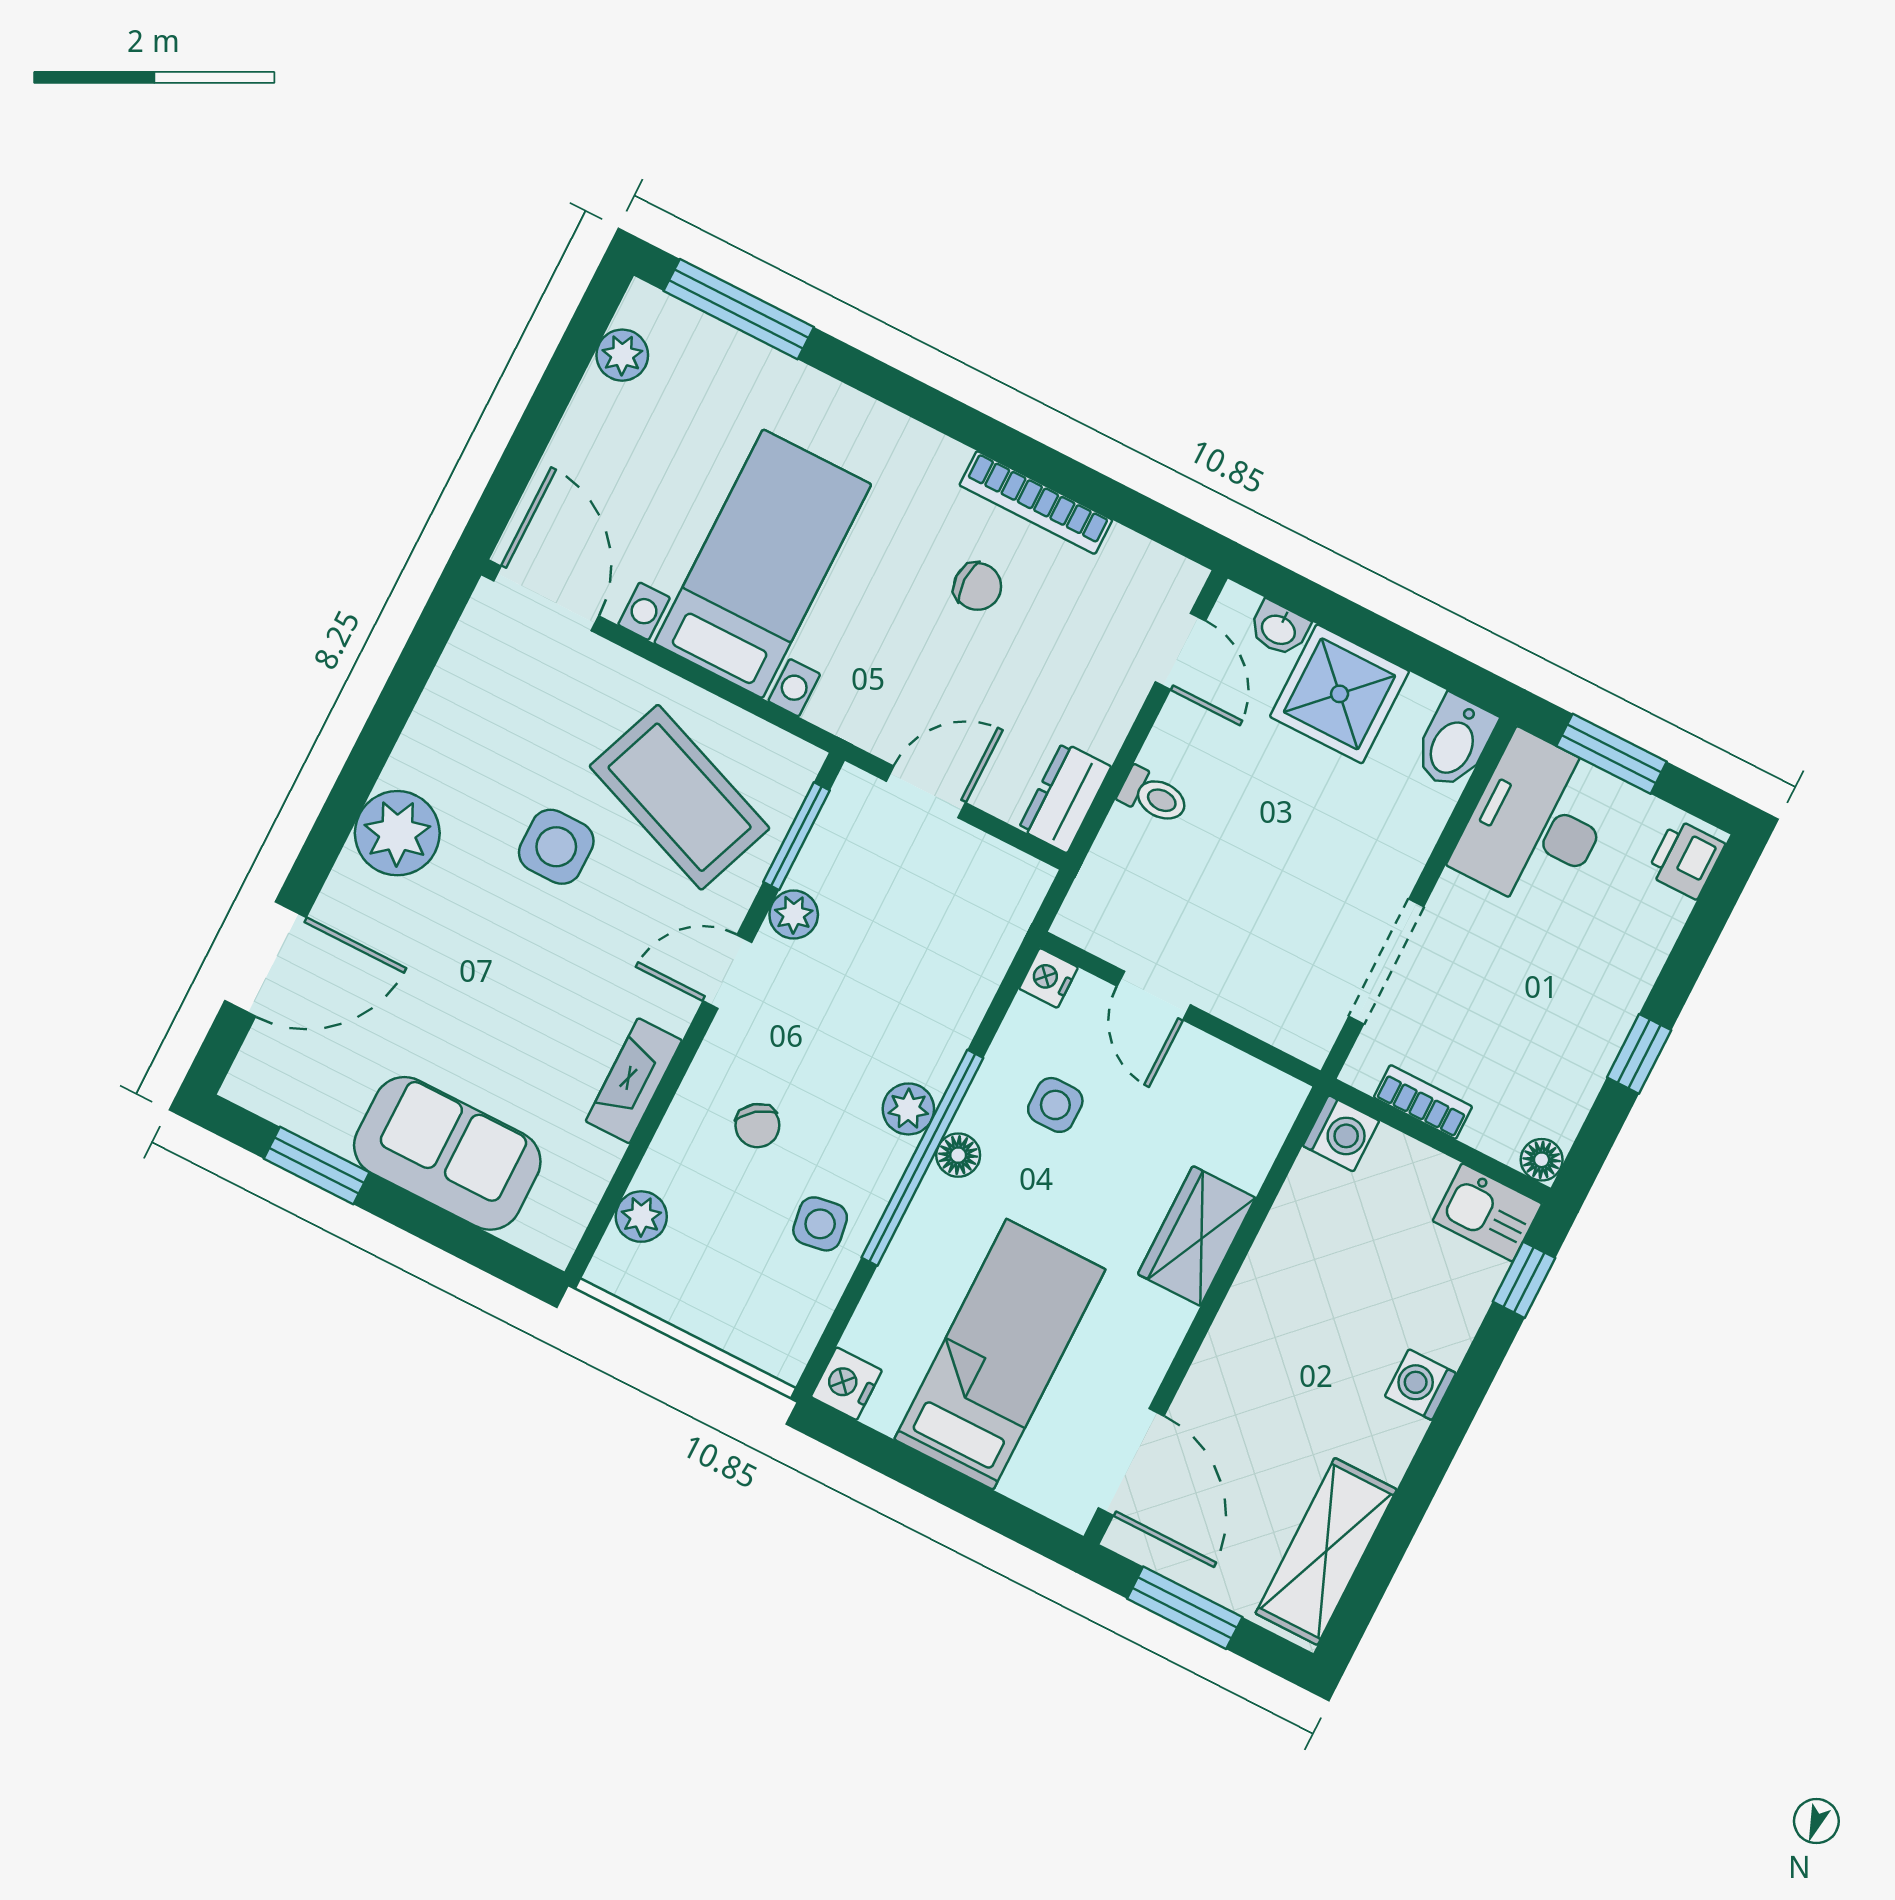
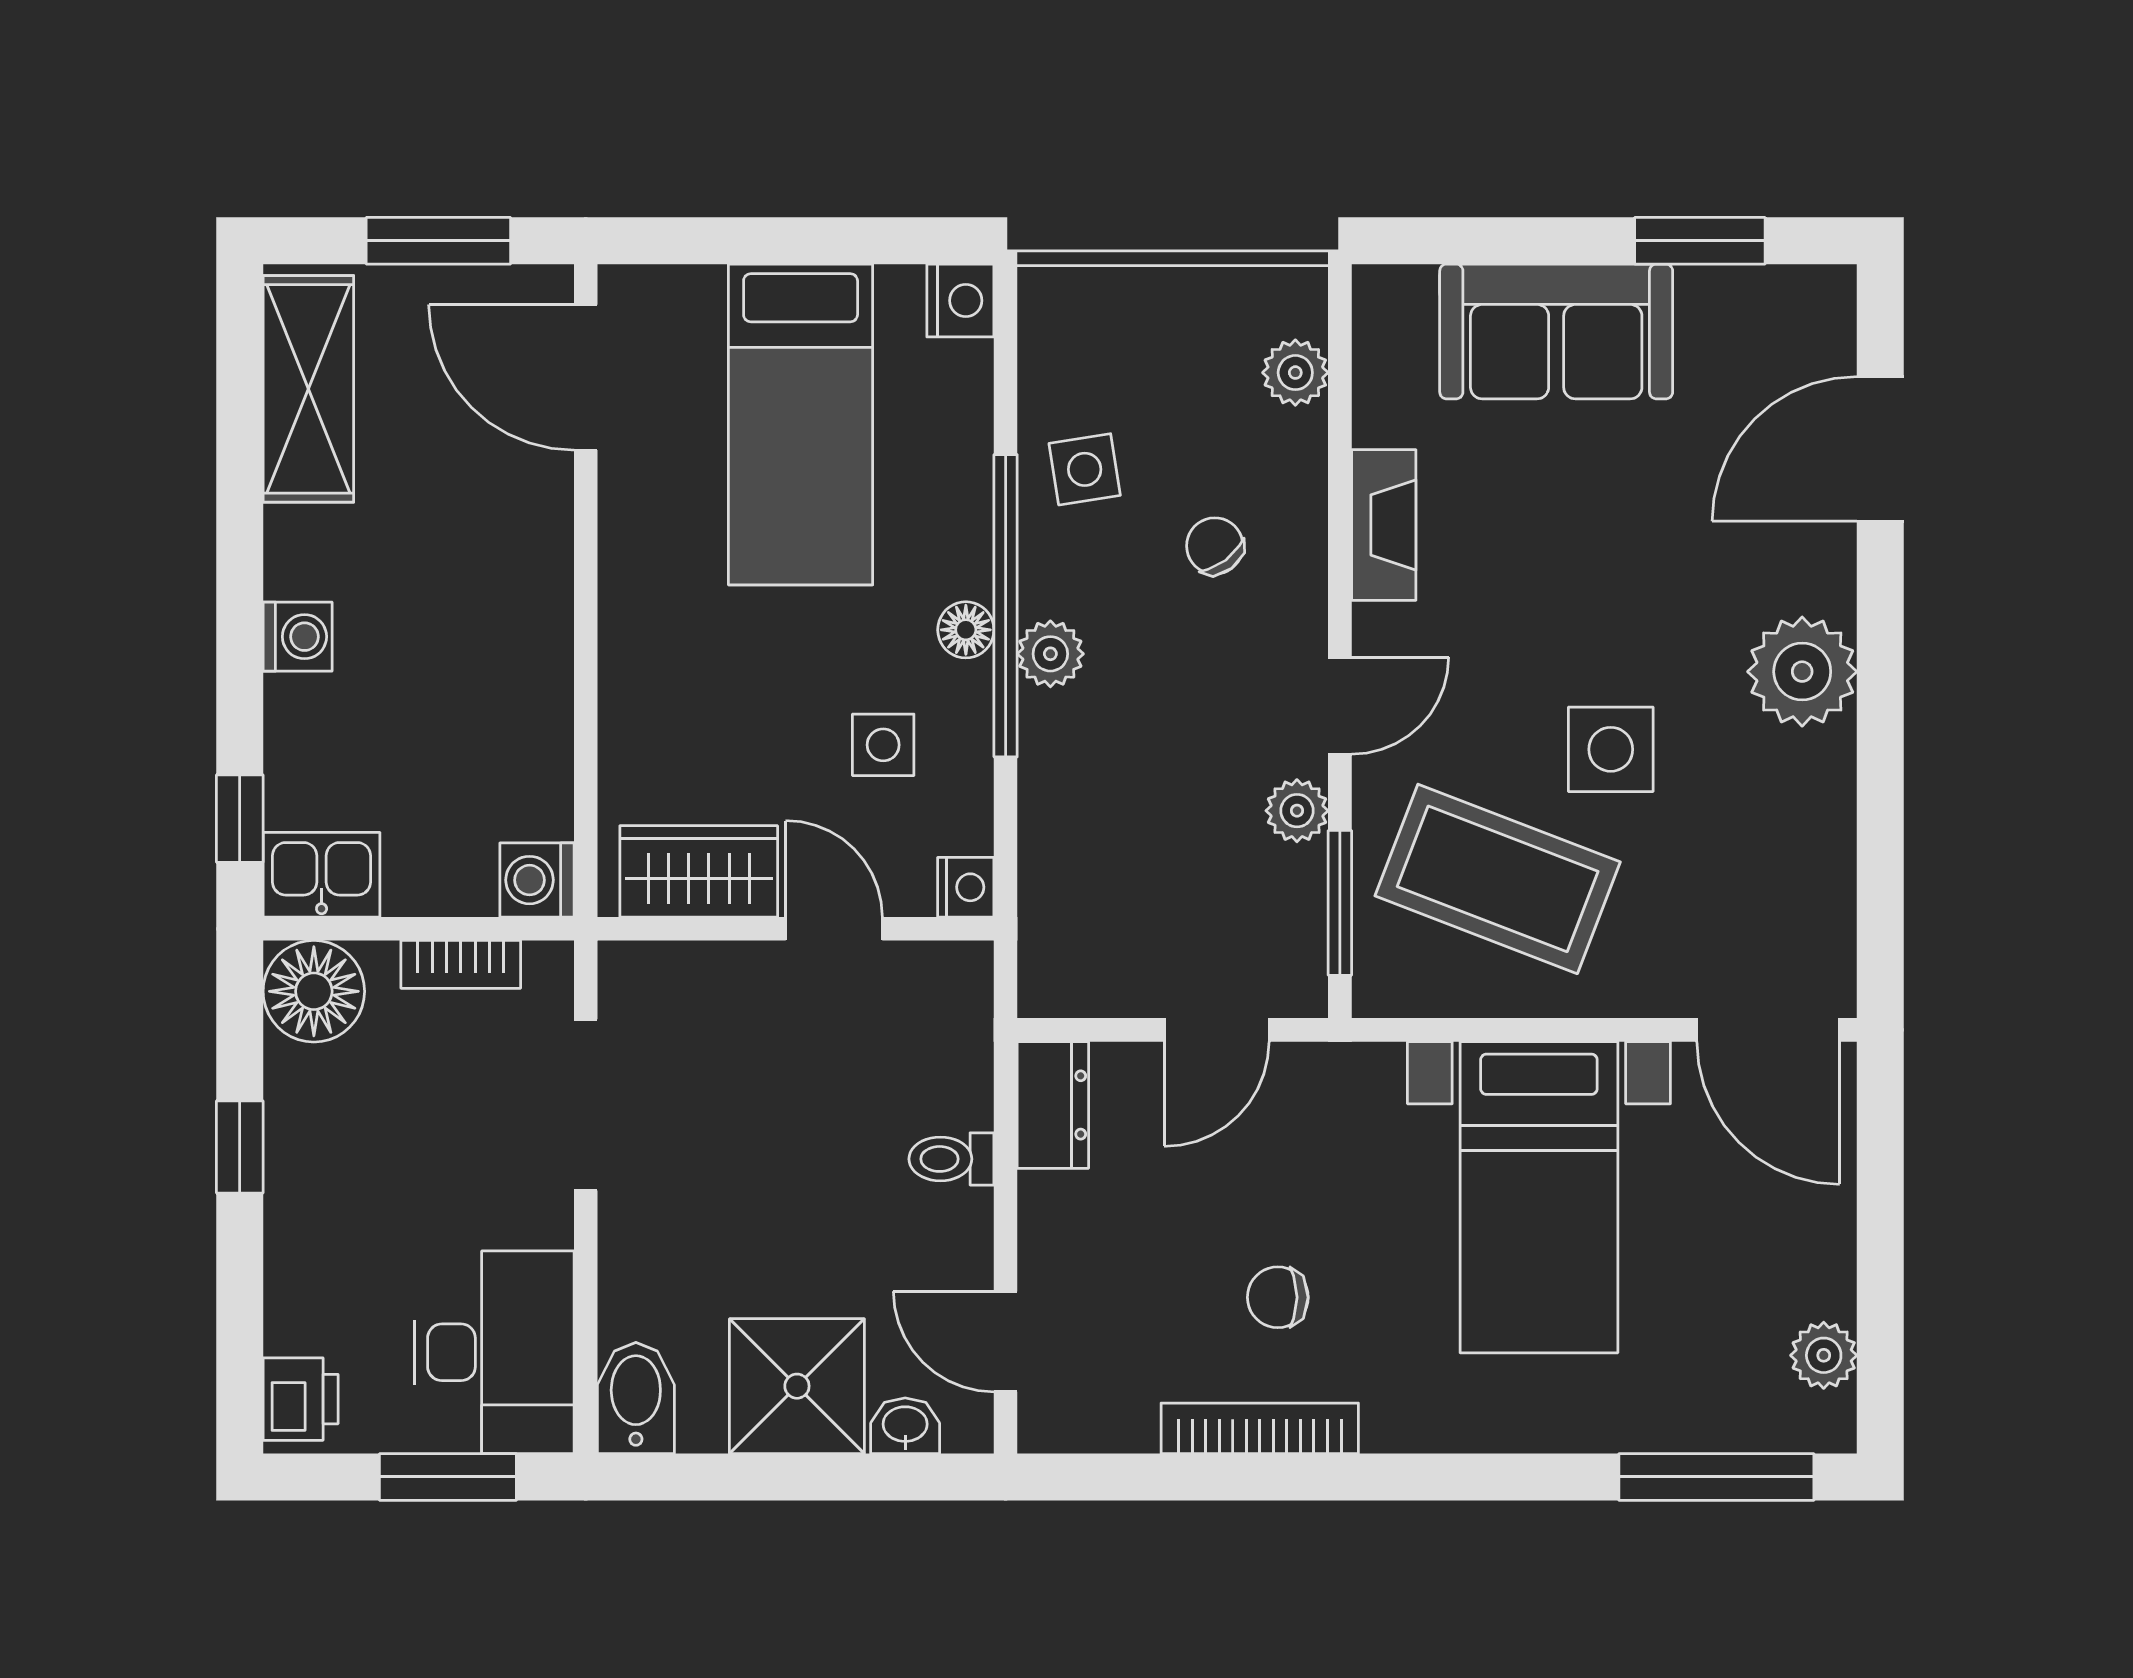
floor lamp: (1542, 1160) -> (314, 991), width x1.89, depth x1.89
wardrobe: (1197, 1236) -> (699, 871), moved, turned -90

